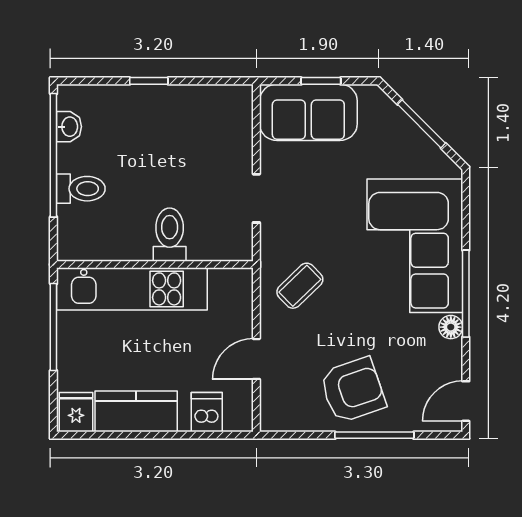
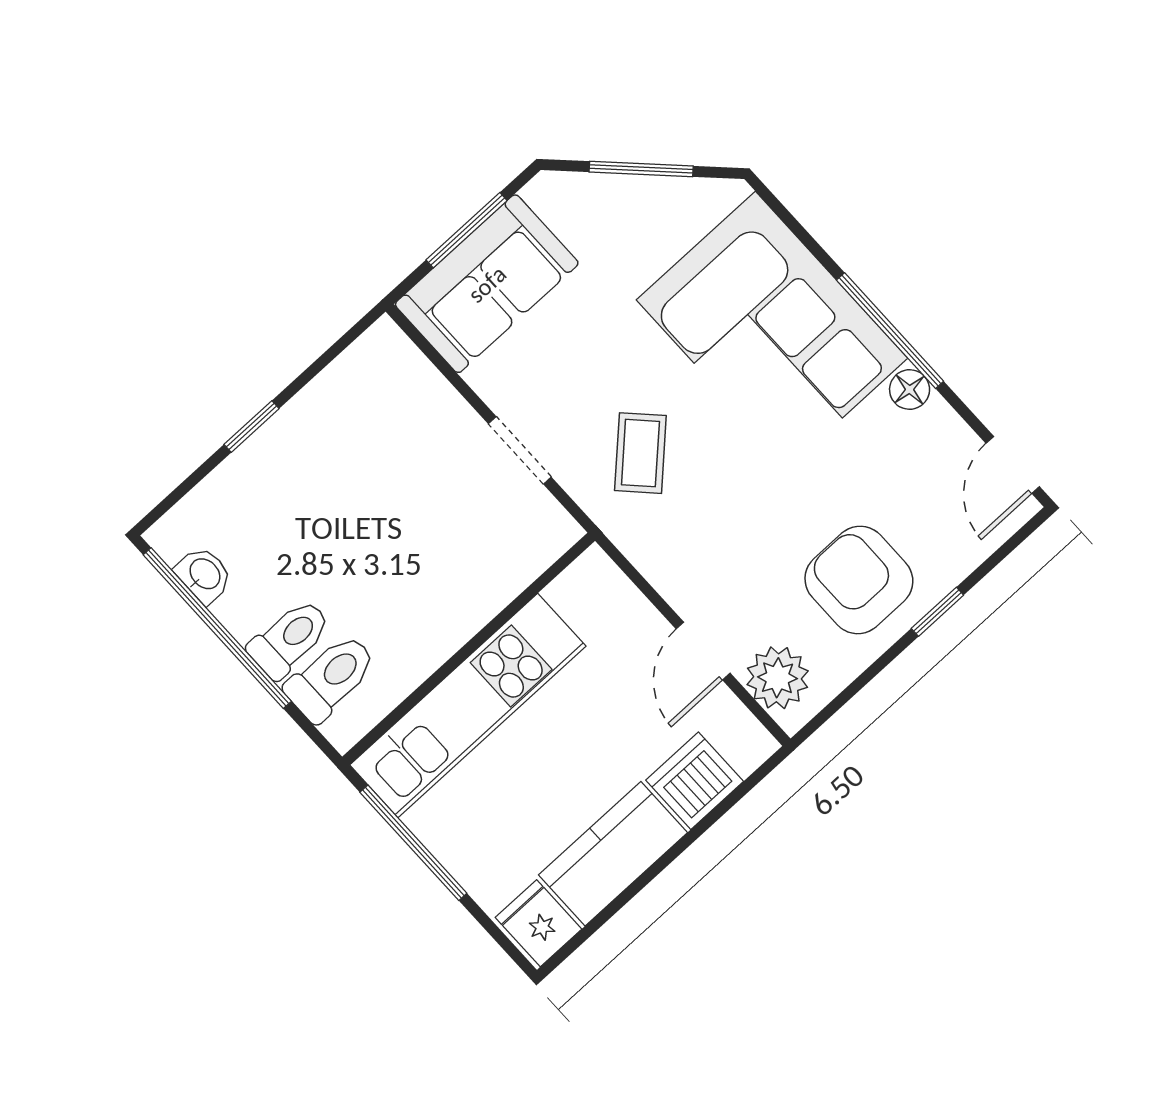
window: (321, 81) -> (467, 230), width x1.50
toilet: (170, 235) -> (331, 678), moved, turned 90
coffee table: (300, 286) -> (640, 453), moved
armchair: (353, 390) -> (859, 580), turned -71
plant: (278, 400) -> (778, 678), added
dishwasher: (207, 412) -> (695, 781), width x1.38
window: (374, 435) -> (937, 612), width x0.46

